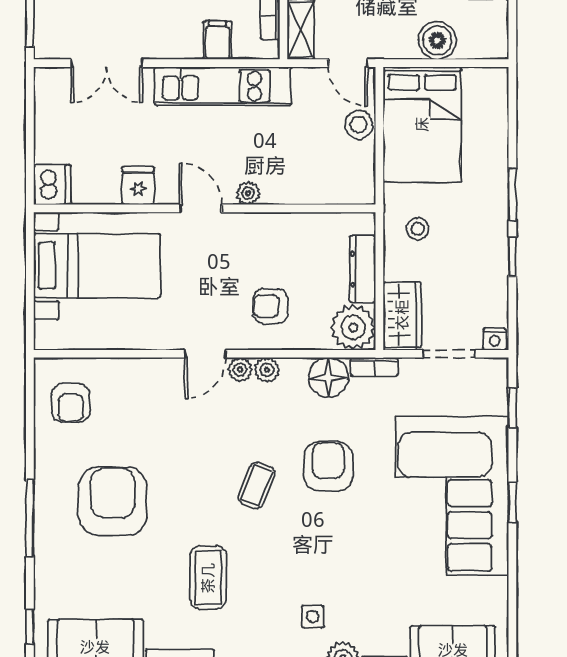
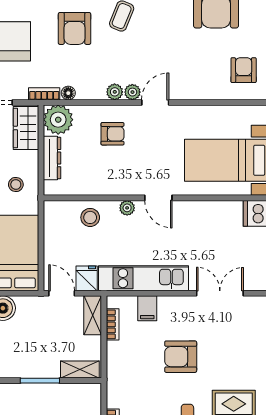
stool: (359, 125) -> (90, 217), moved
fridge: (138, 186) -> (87, 278), moved, turned 180
floor lamp: (328, 377) -> (68, 93), width x0.53, depth x0.53

